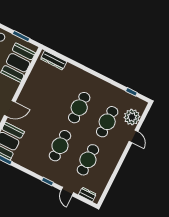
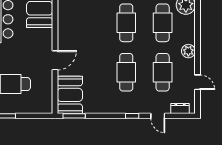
door: (134, 136) -> (198, 82), moved
plant: (116, 153) -> (188, 51), added

